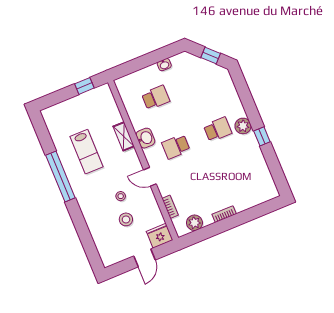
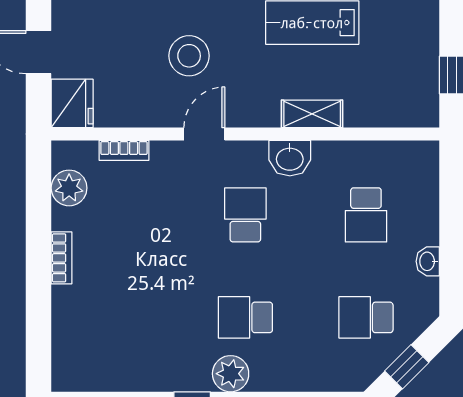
school desk: (197, 80) -> (366, 317), added
school desk: (218, 129) -> (245, 317), turned 90
stool: (121, 196) -> (189, 56), width x1.89, depth x1.89
stool: (126, 219) -> (136, 47), removed

